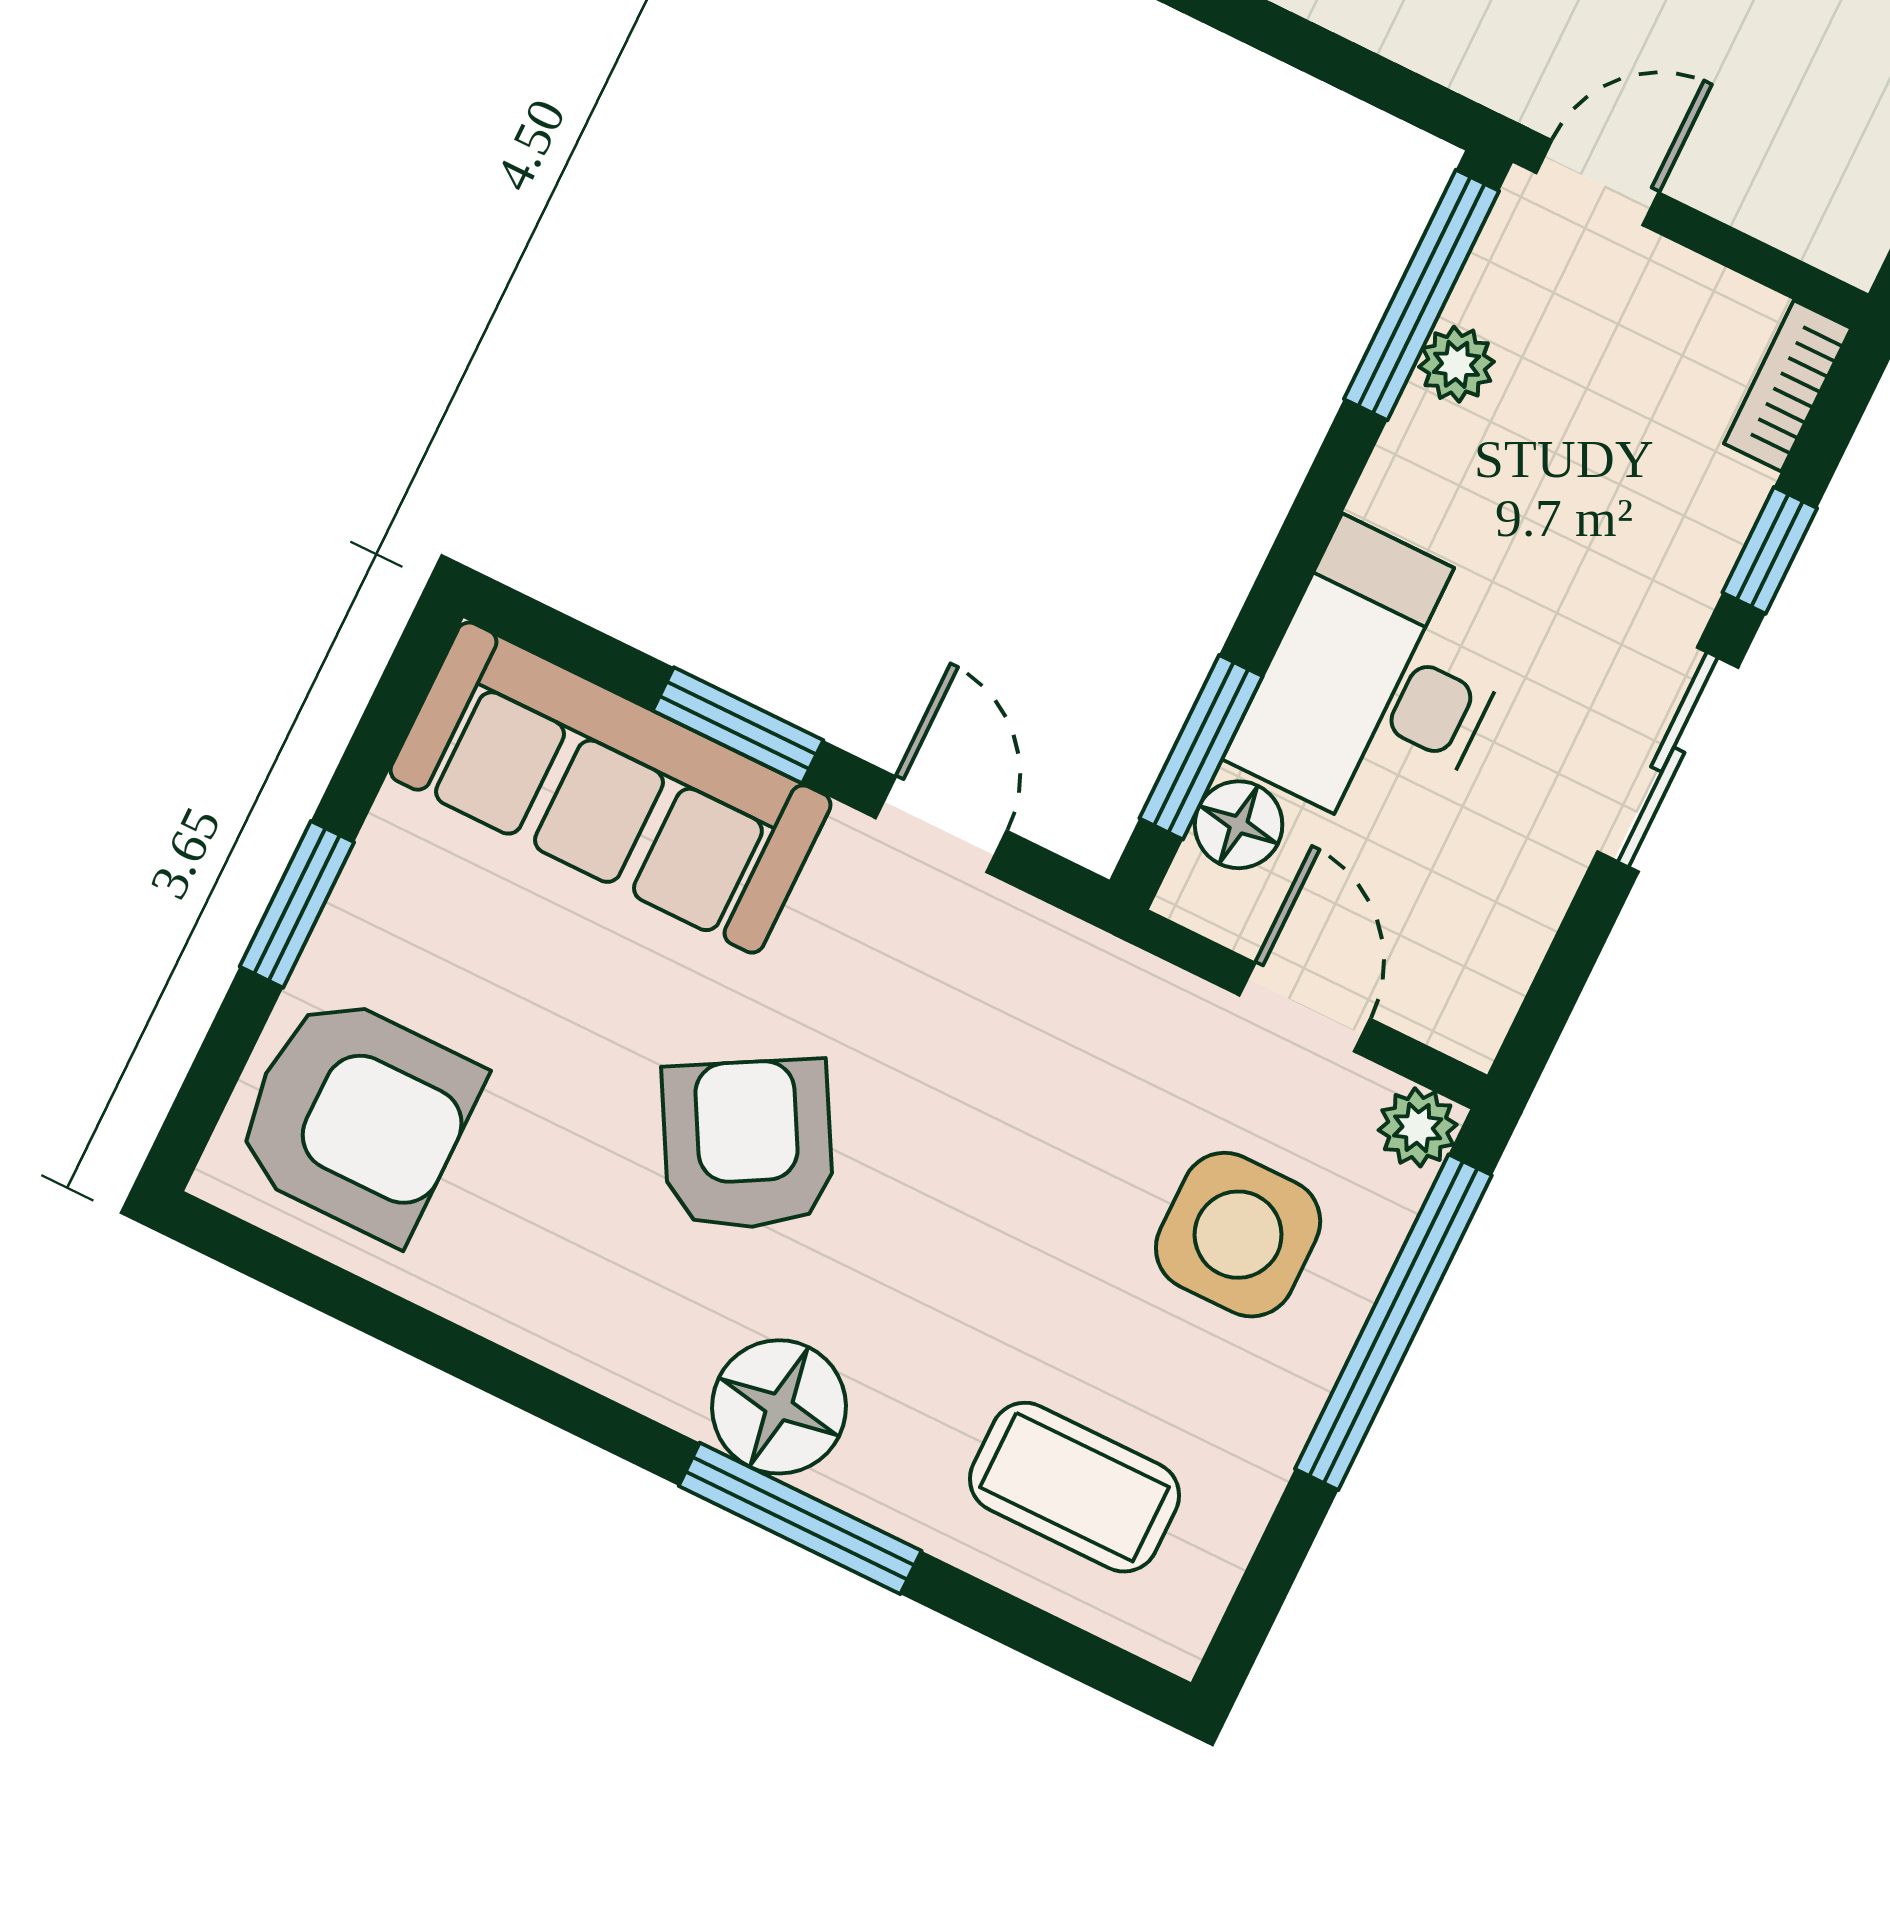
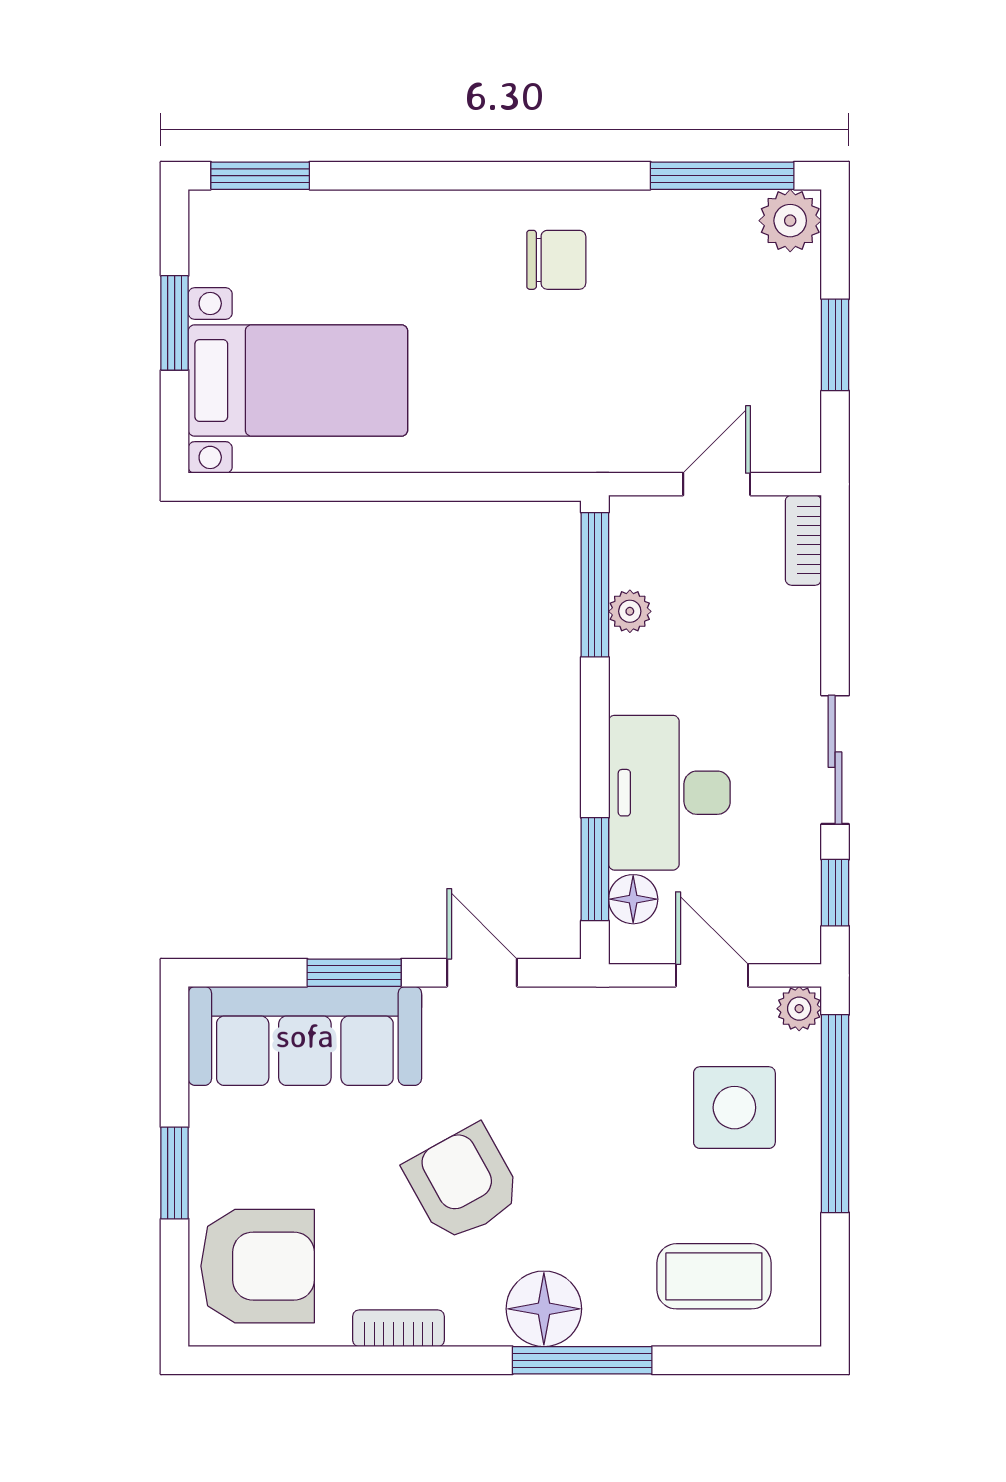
door: (1597, 183) -> (717, 484), moved
window: (1770, 550) -> (835, 893), moved
bookcase: (533, 1325) -> (399, 1328), added

